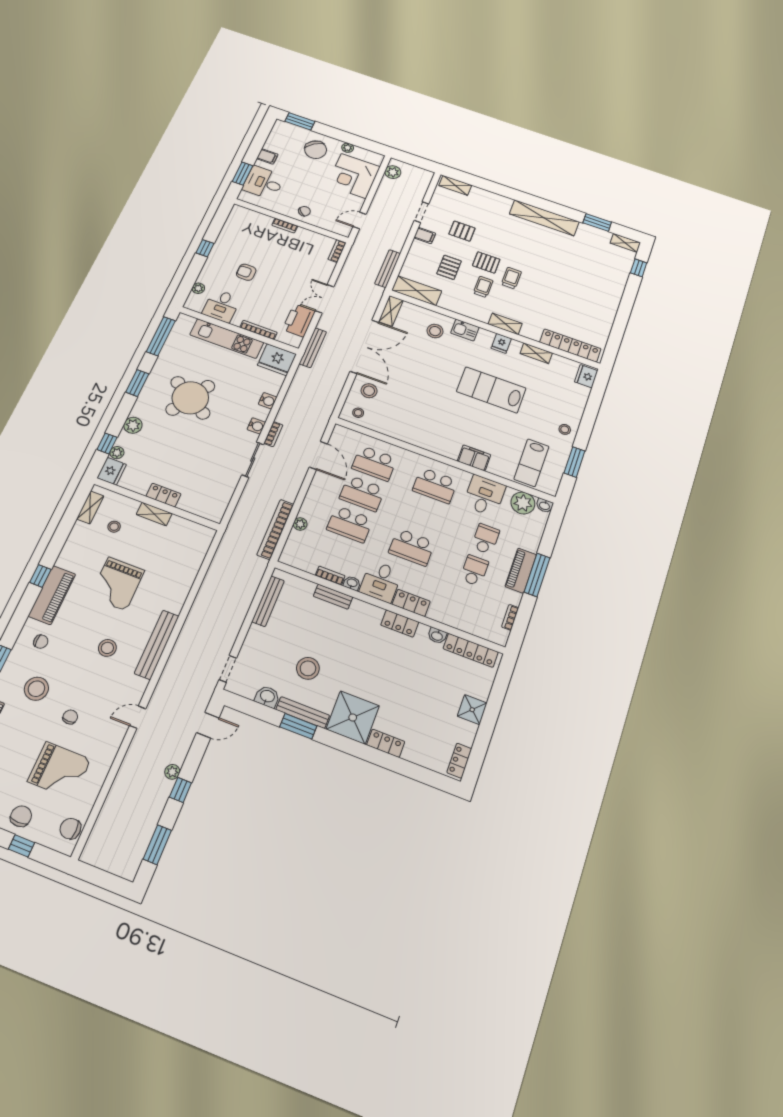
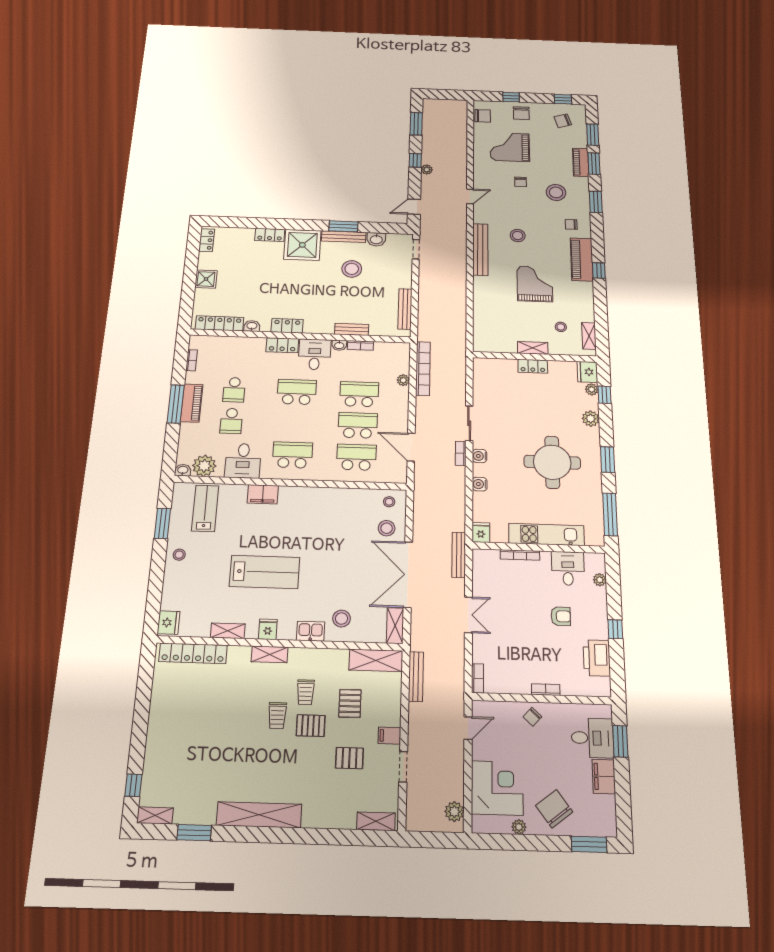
filing cabinet: (267, 156) -> (604, 777), width x2.00
printer: (299, 320) -> (597, 658), moved, turned 180
fridge: (277, 360) -> (481, 532), width x0.53, depth x0.75
round table: (190, 398) -> (552, 462), turned -31

